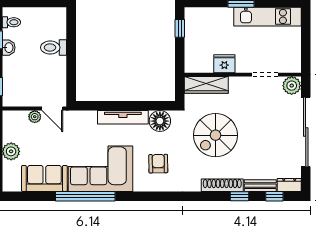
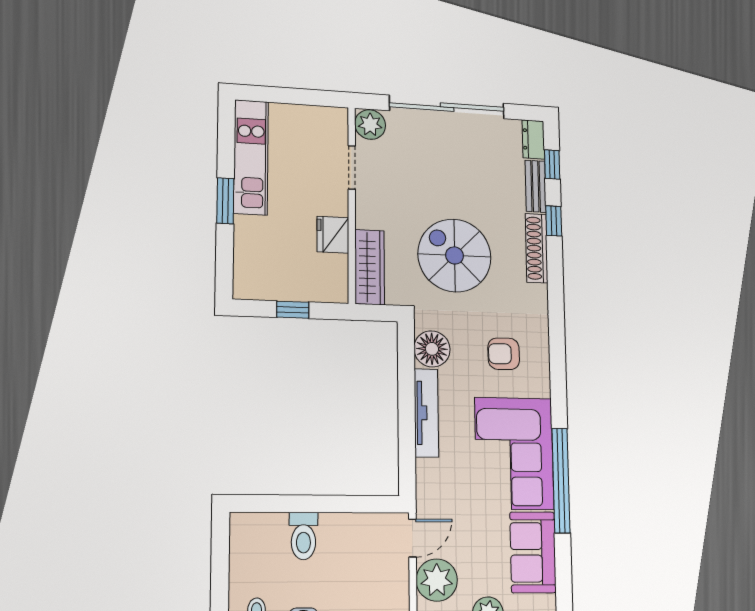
window: (180, 28) -> (293, 310), moved
plant: (35, 117) -> (437, 580), width x1.87, depth x1.87
spiral stairs: (216, 135) -> (455, 255), turned 180

